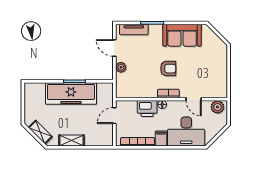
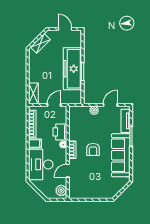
sofa: (182, 35) -> (121, 155), width x1.36
door: (23, 102) -> (65, 29), added
door: (114, 116) -> (54, 105), hinge flipped
shelving: (71, 140) -> (33, 93), moved

